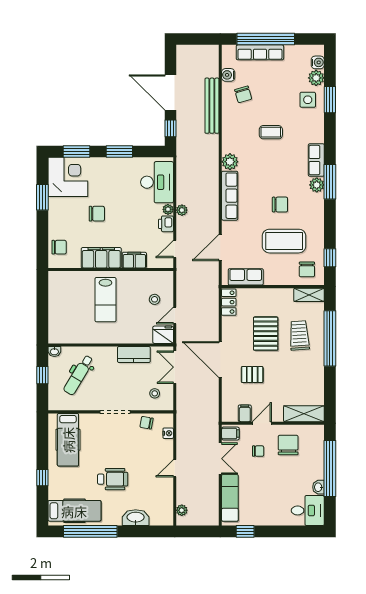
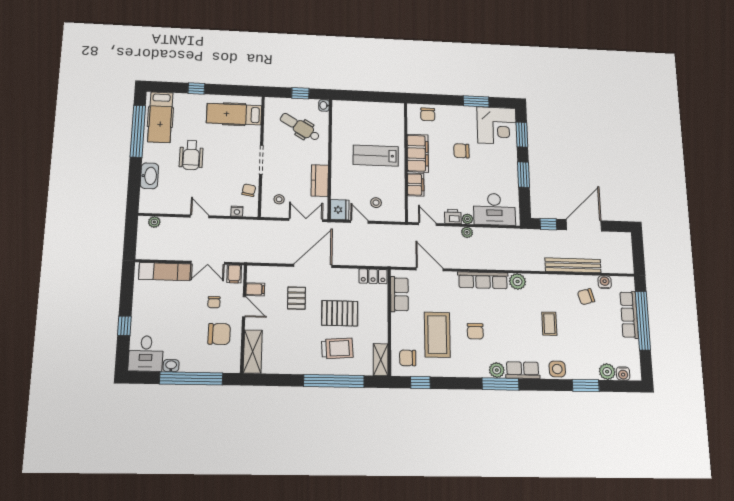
side table: (308, 100) -> (557, 369), moved
chair: (97, 214) -> (461, 151), turned 90
window: (245, 531) -> (124, 326), moved

